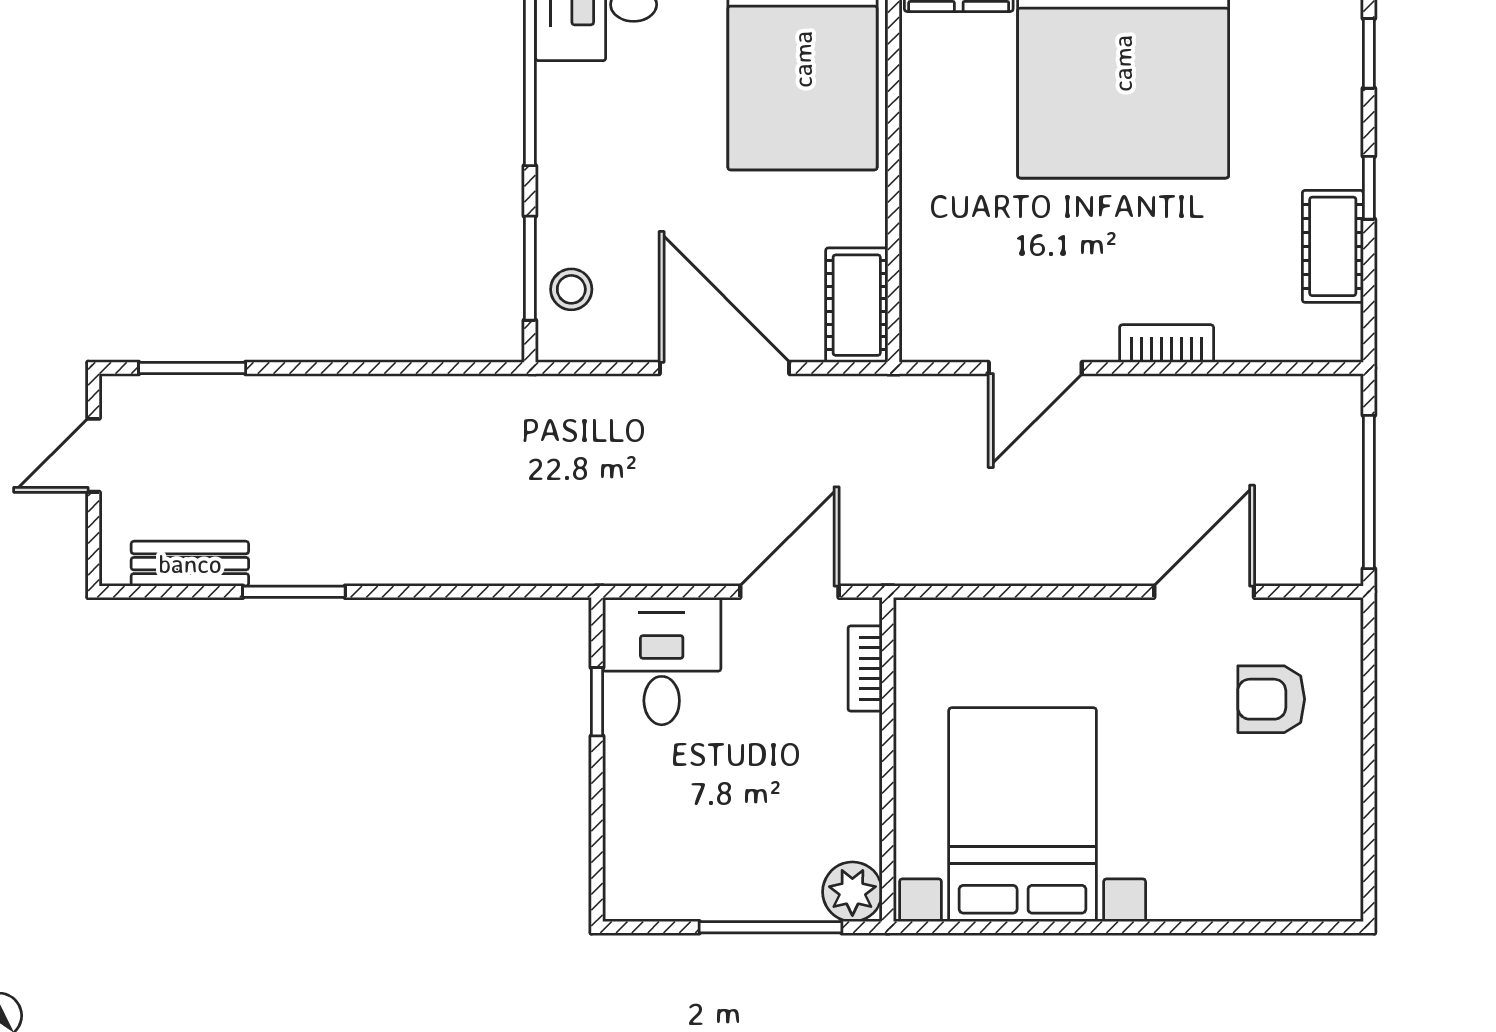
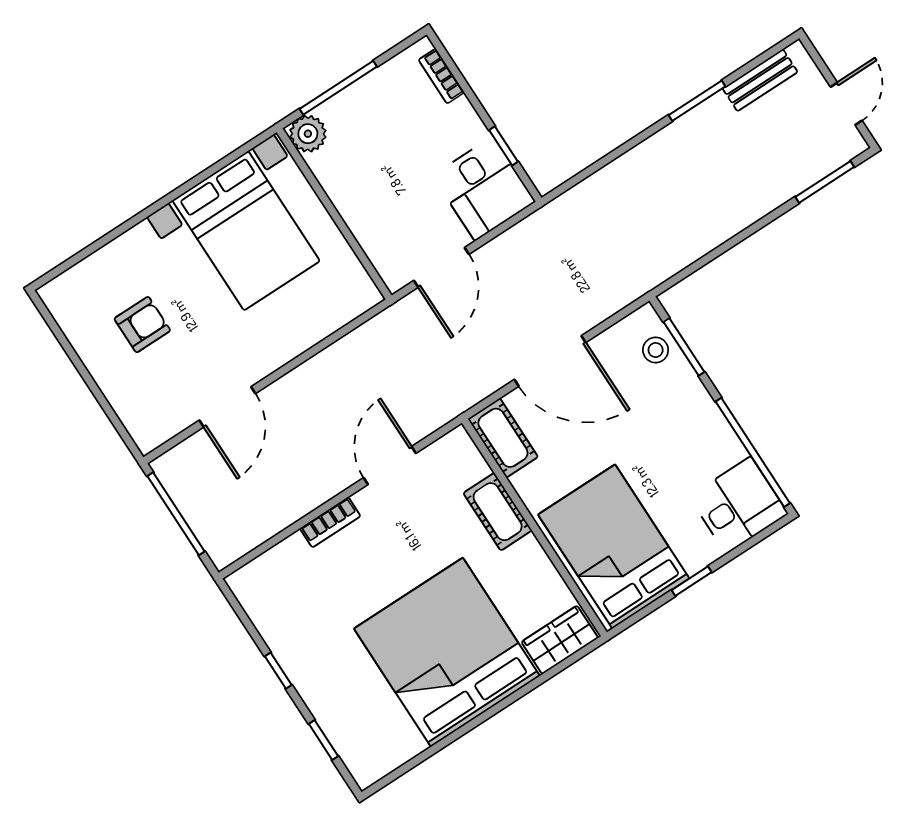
cot: (1333, 246) -> (498, 512), moved
bookcase: (865, 668) -> (441, 76), moved, turned 180
armchair: (1271, 699) -> (142, 325), moved

